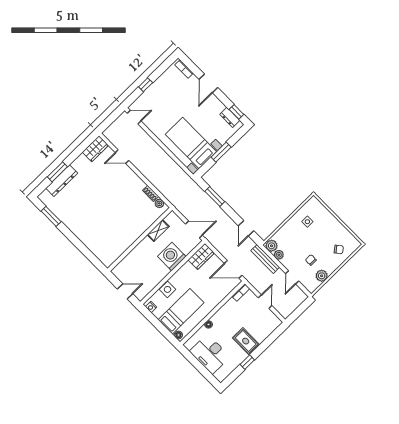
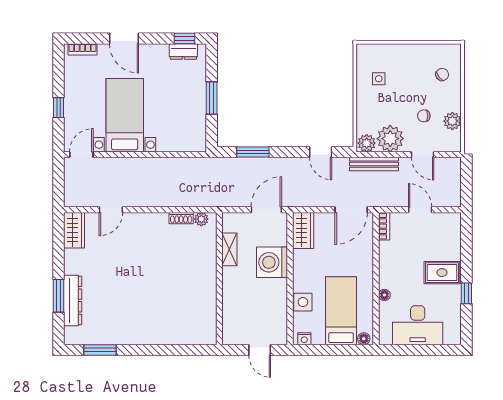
bed with nightstands: (191, 143) -> (125, 115), moved, turned 90
plant: (279, 255) -> (390, 139), width x1.87, depth x1.87
door: (125, 291) -> (260, 350), swing flipped

